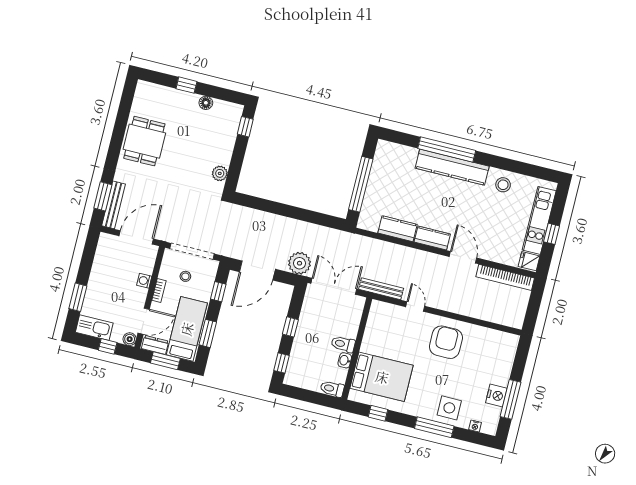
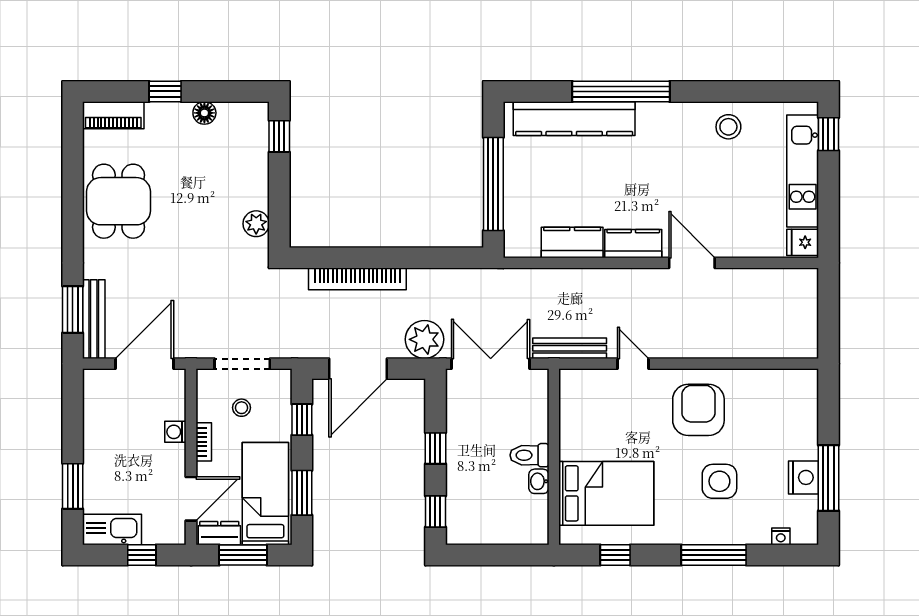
piano: (154, 91) -> (113, 115), added
kitchen counter: (452, 167) -> (574, 119), moved
window: (552, 234) -> (828, 134), moved
doorway: (192, 251) -> (242, 364), width x0.73
bookcase: (505, 277) -> (357, 279), moved
boiler: (130, 339) -> (175, 534), removed
toilet: (332, 389) -> (530, 533), removed
side table: (449, 408) -> (719, 481), moved

